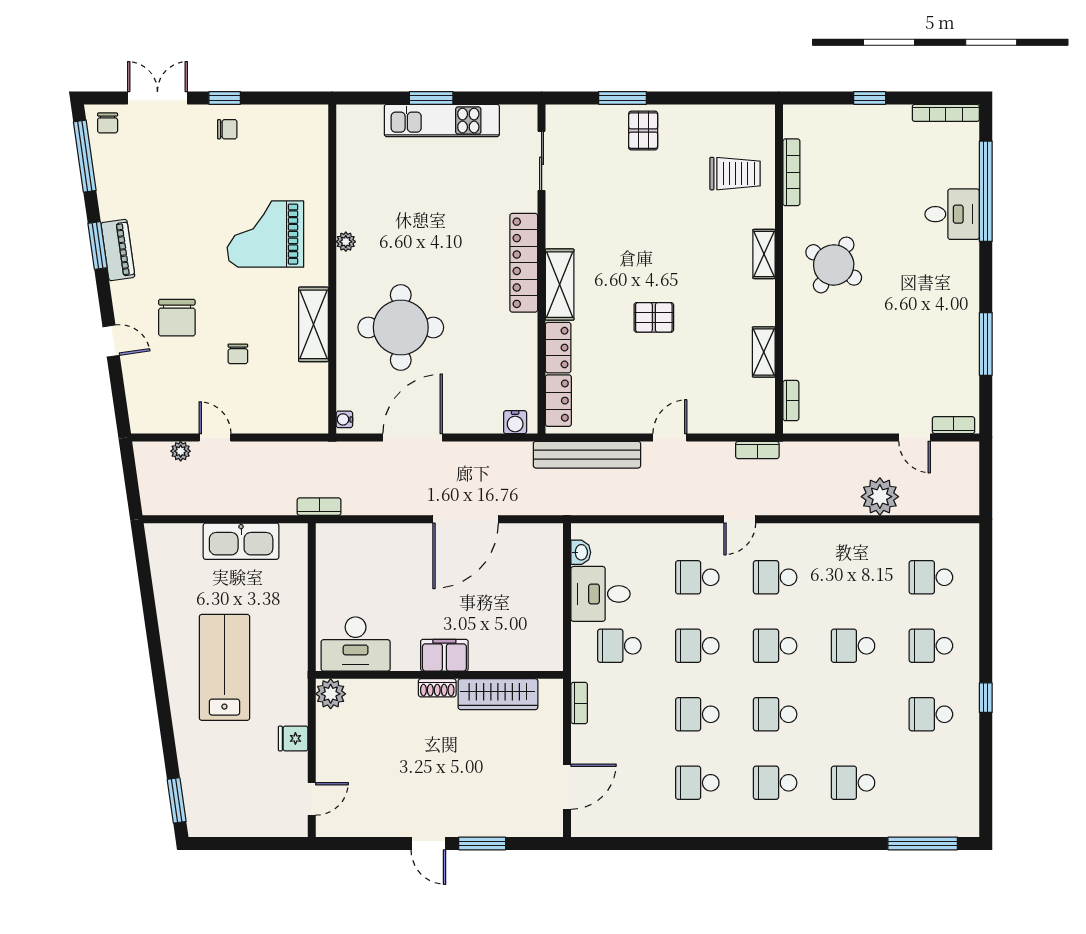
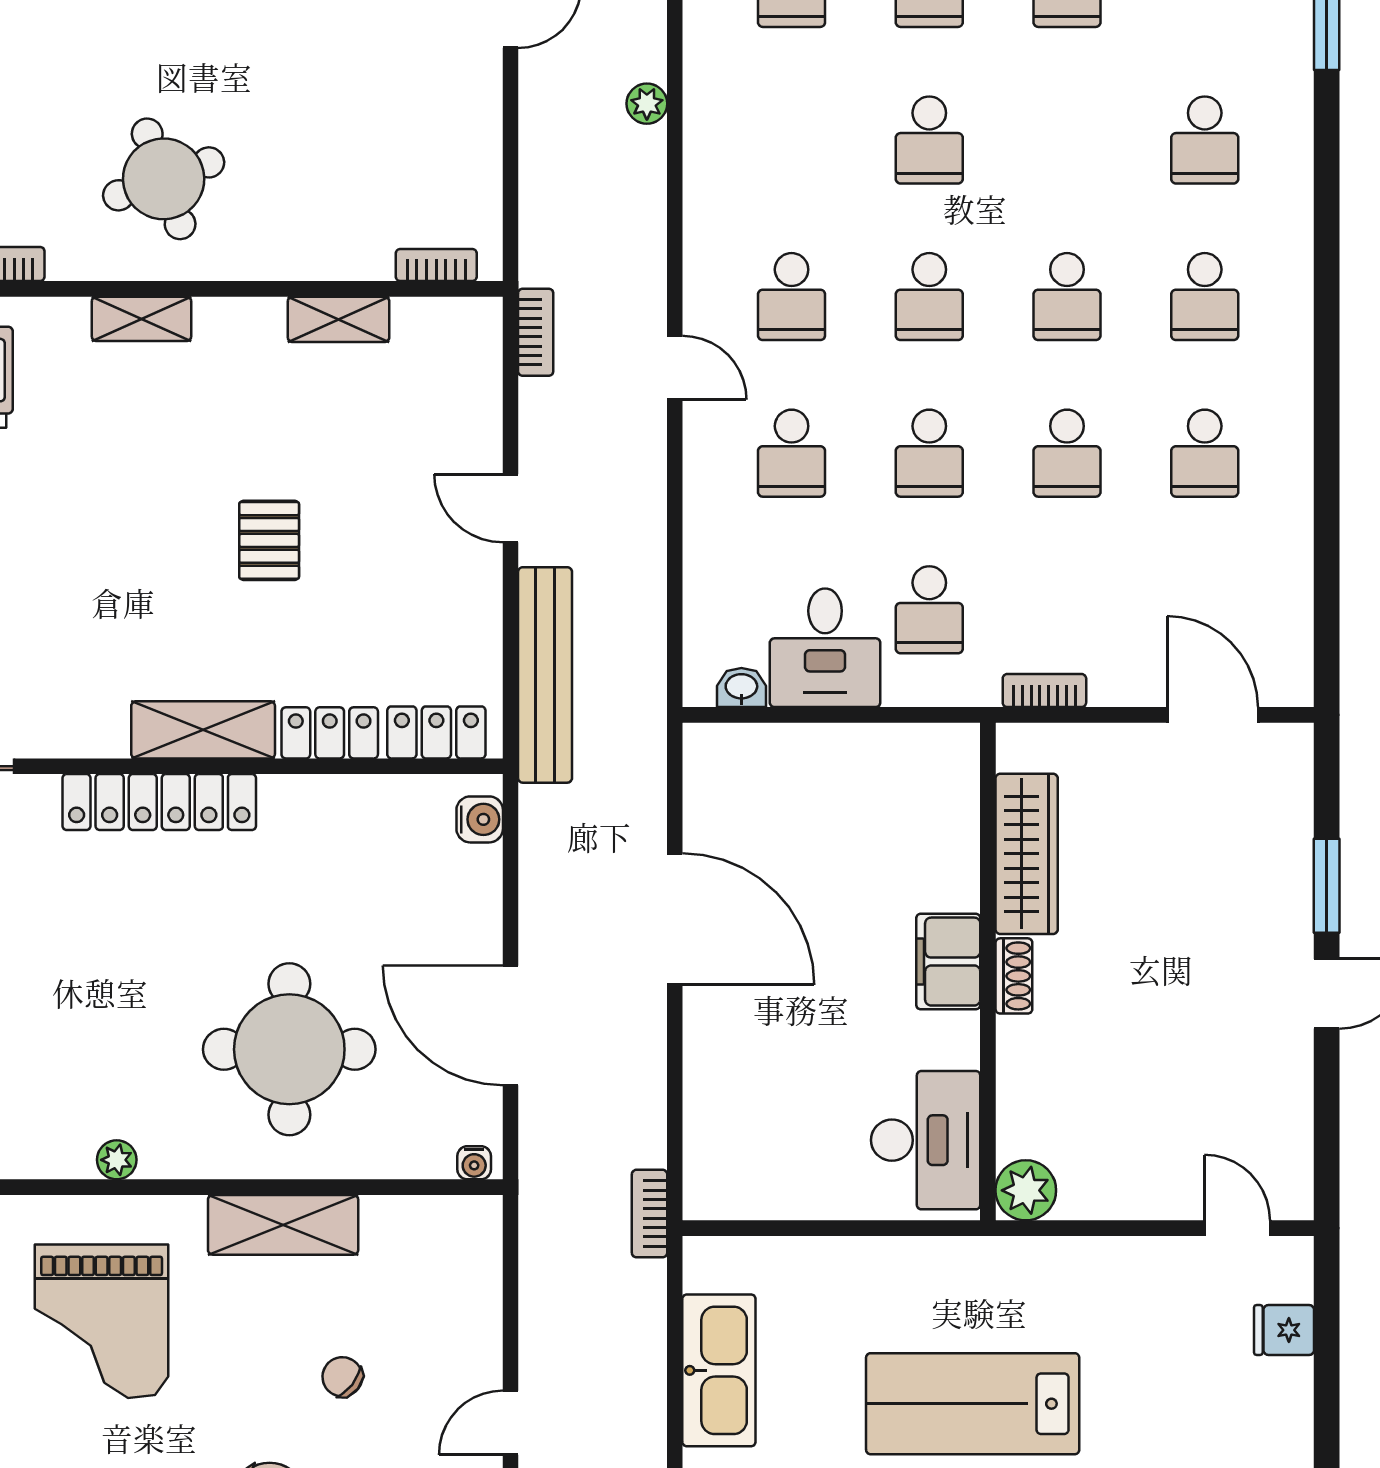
round table: (834, 265) -> (164, 179), turned 38
chair: (238, 354) -> (342, 1377), turned -142
plant: (880, 497) -> (647, 104), width x0.53, depth x0.53
fridge: (293, 738) -> (1284, 1330), moved, turned 90

